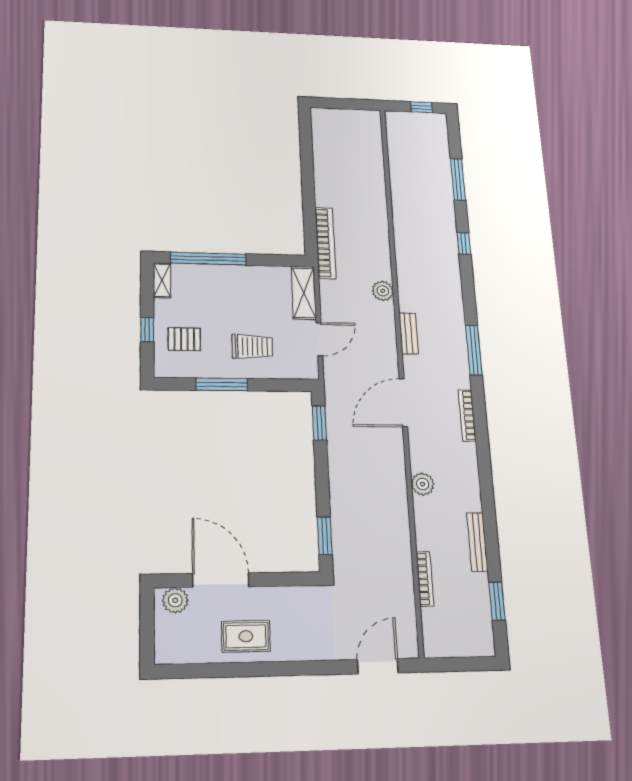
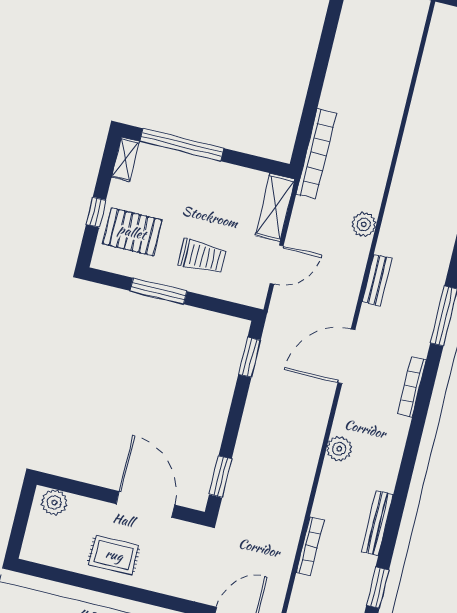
pallet: (184, 339) -> (132, 232), width x1.50, depth x1.42
door: (221, 580) -> (145, 504), moved

